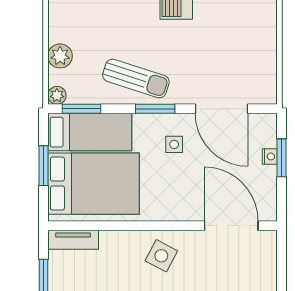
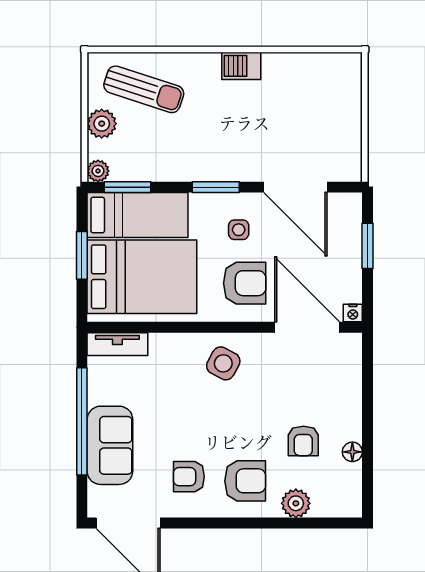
sun lounger: (136, 78) -> (144, 89), moved
nightstand: (270, 156) -> (353, 313), moved, turned 90
armchair: (179, 189) -> (245, 283), added

